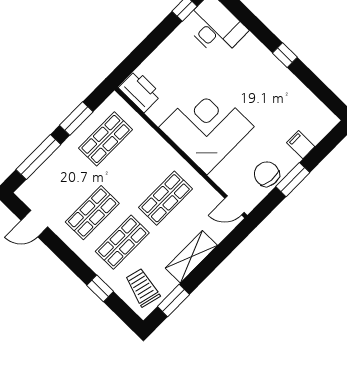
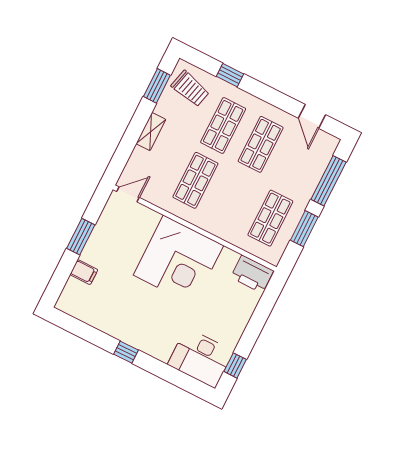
chair: (267, 174) -> (107, 234), removed
door: (34, 224) -> (312, 116), swing flipped
shelving: (191, 257) -> (151, 132), width x0.67, depth x0.75

